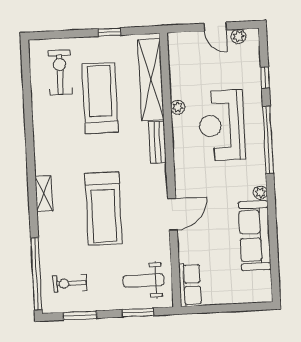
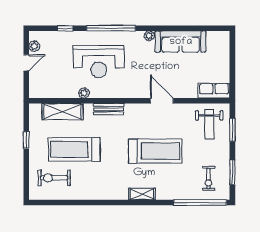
shelving: (151, 80) -> (63, 112), width x0.68

